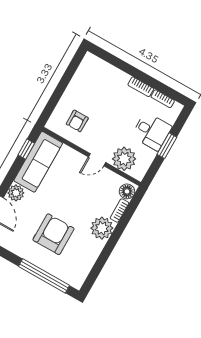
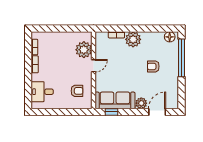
desk: (152, 131) -> (42, 92), moved, turned -90
window: (167, 146) -> (61, 29), removed
door: (97, 160) -> (94, 66), hinge flipped
floor lamp: (127, 191) -> (170, 37), moved
armchair: (53, 234) -> (153, 66), width x0.53, depth x0.53

